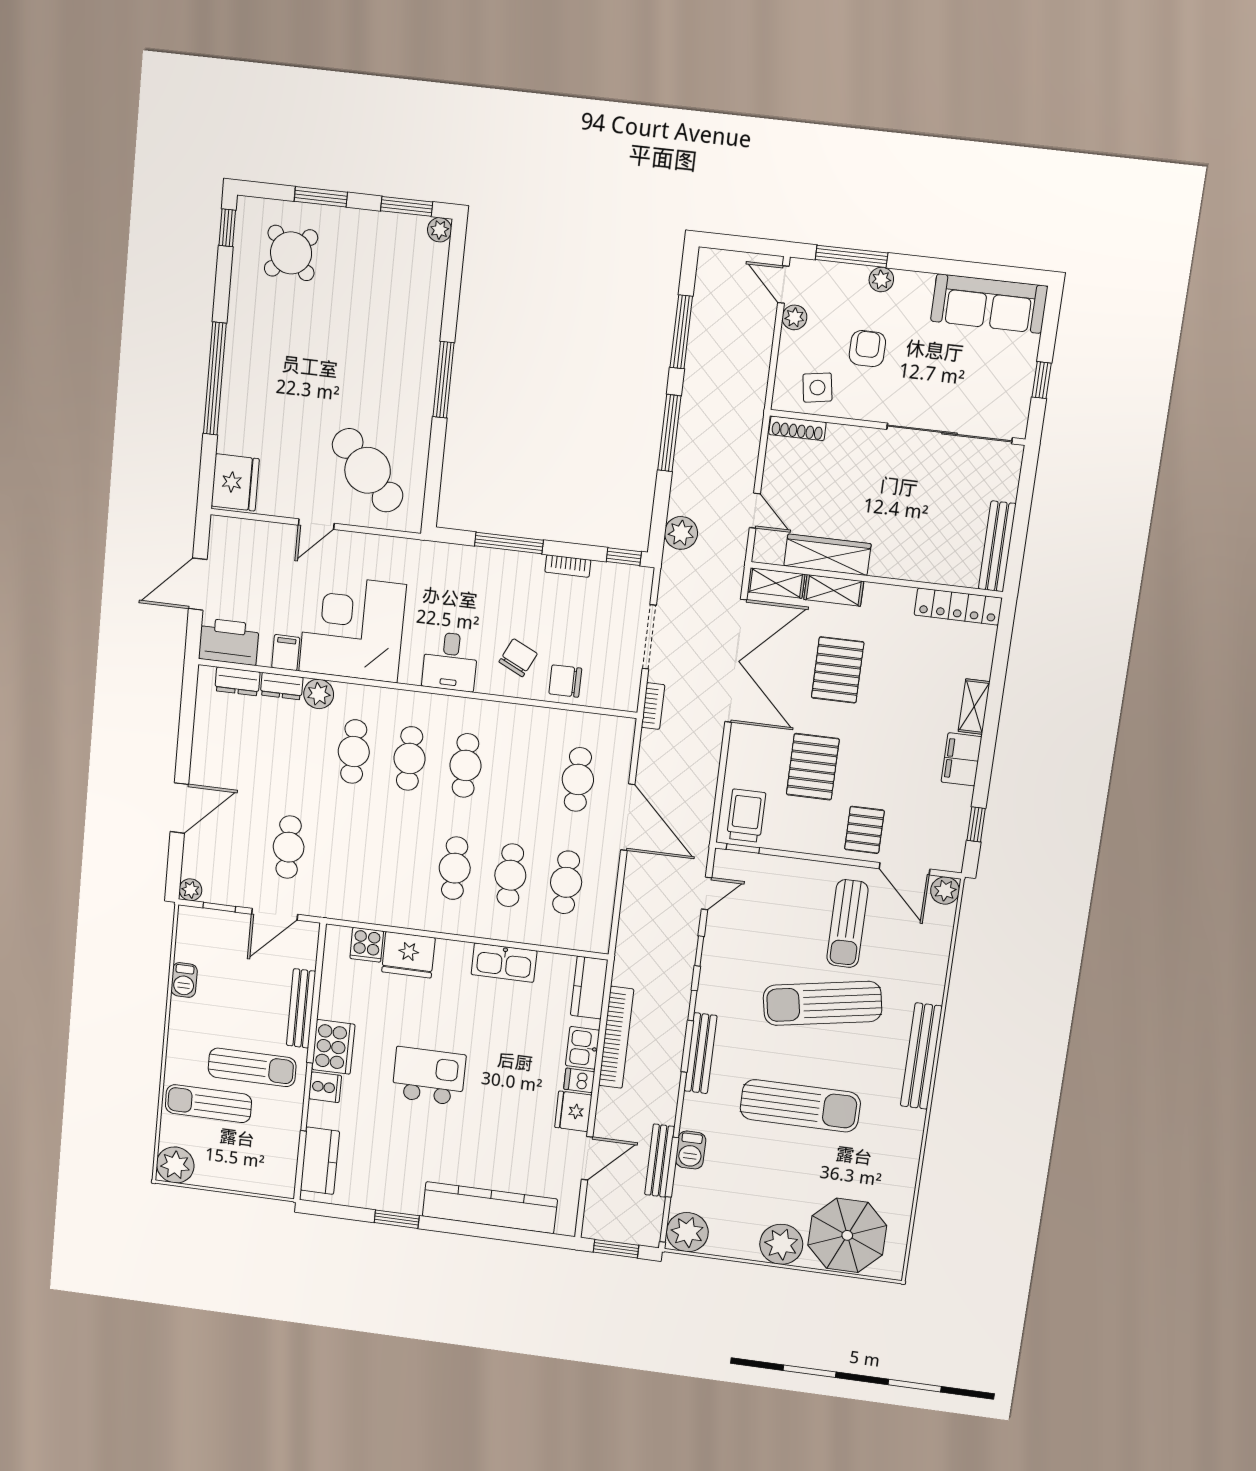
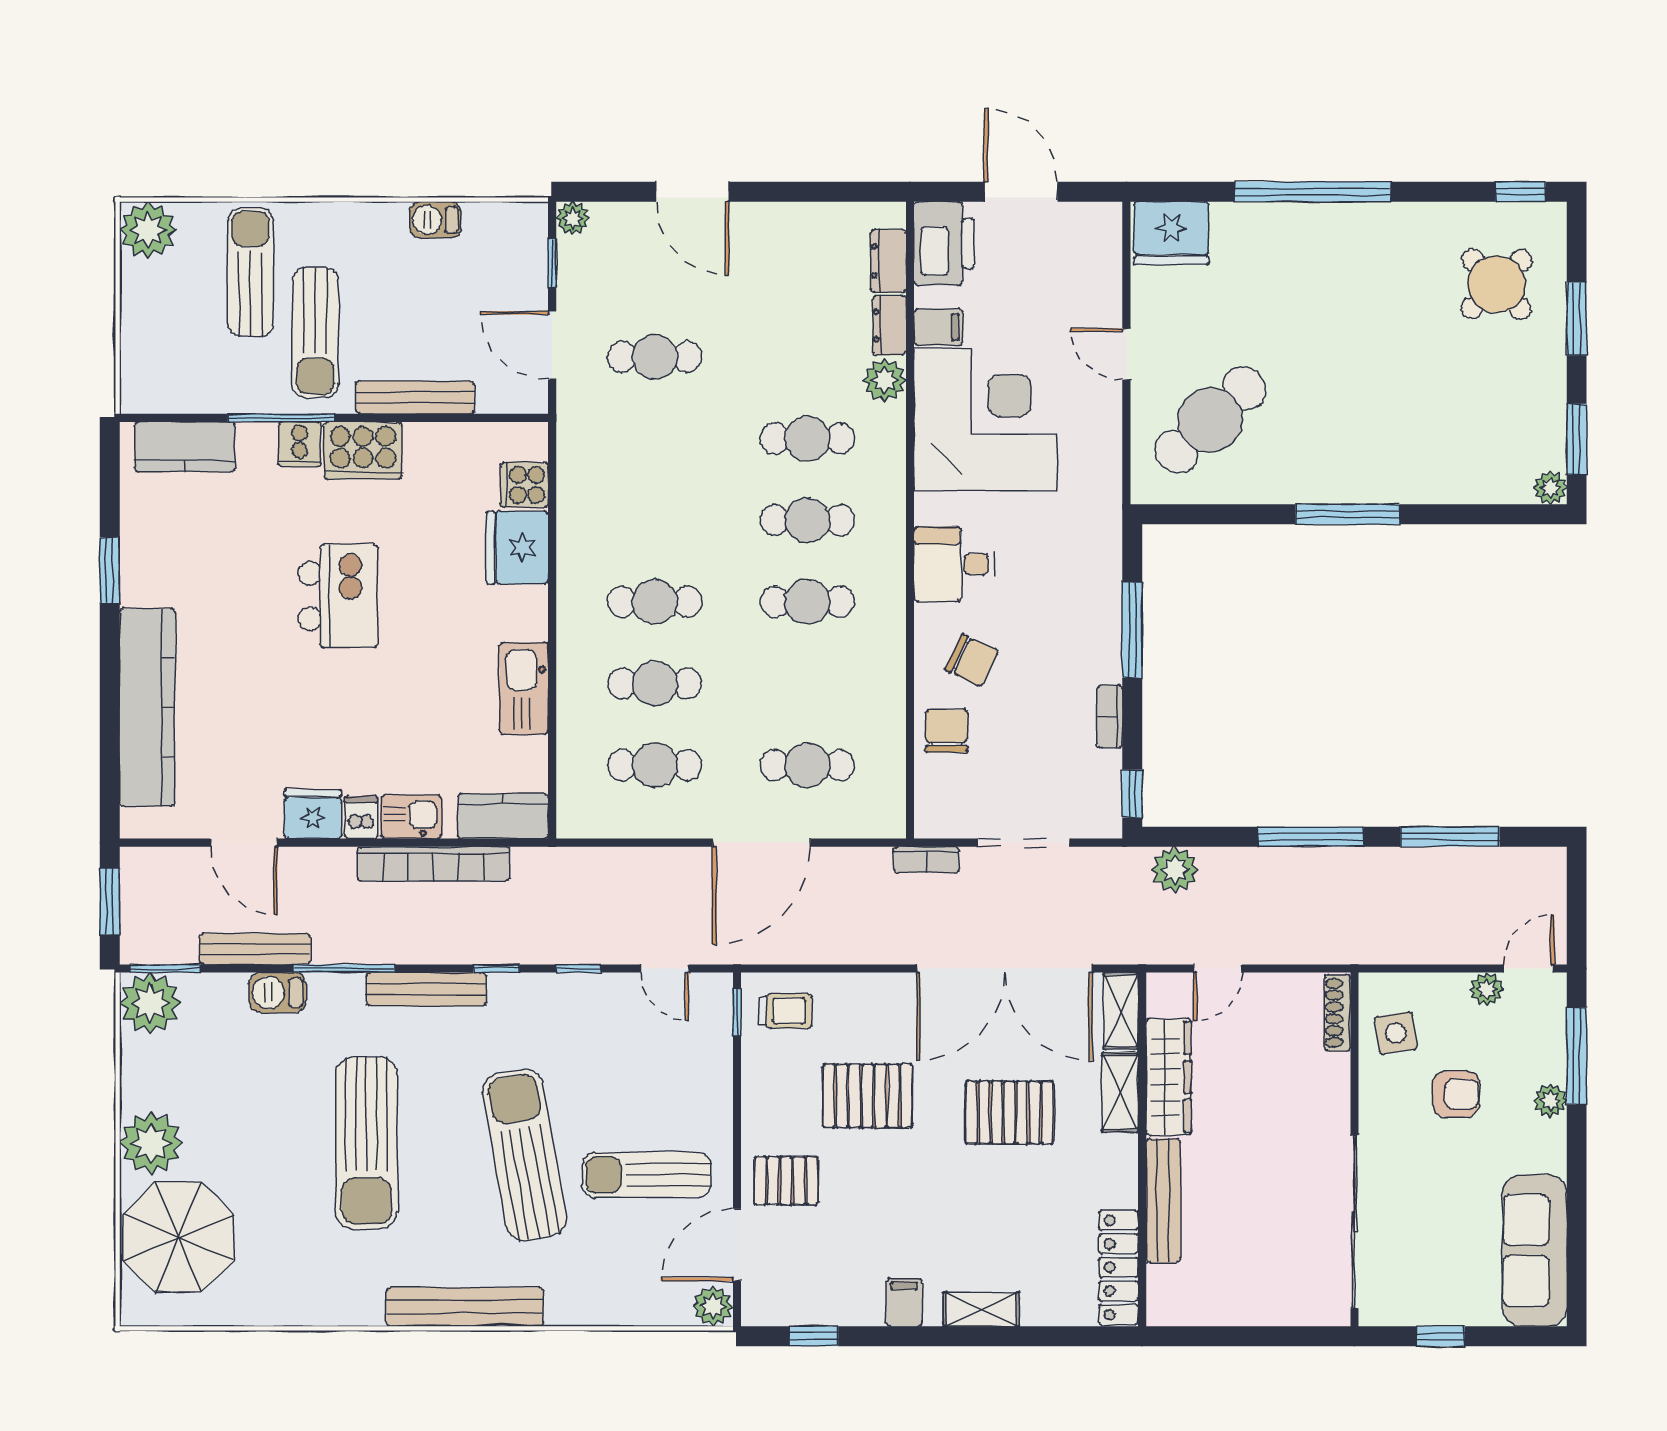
bench: (997, 546) -> (1163, 1200), moved, turned 90
filing cabinet: (961, 759) -> (904, 1302), width x0.50
trolley: (746, 816) -> (785, 1011), width x0.73, depth x0.72

